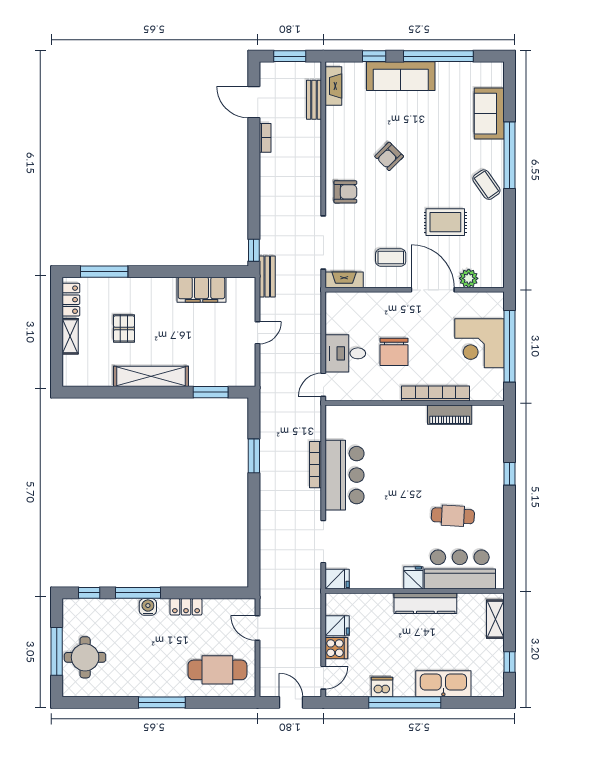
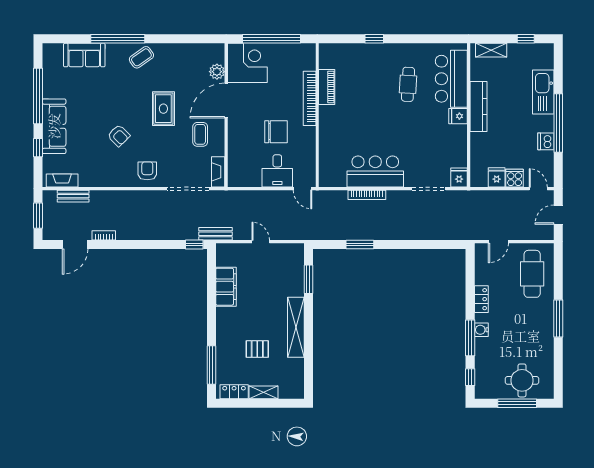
rug: (445, 222) -> (163, 109), moved
corner desk: (479, 343) -> (247, 63), moved, turned -90

